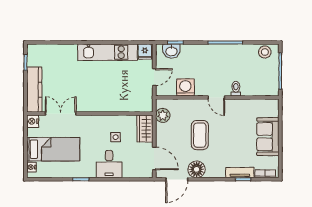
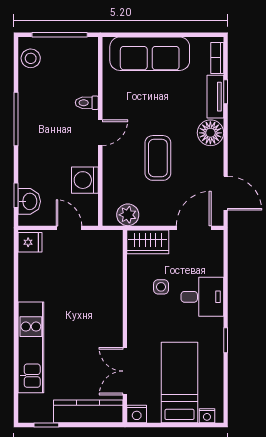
kitchen unit: (108, 52) -> (31, 347), moved
coffee table: (200, 135) -> (158, 158), turned 90
sofa: (268, 137) -> (150, 54), width x1.36
floor lamp: (197, 169) -> (210, 133), moved

